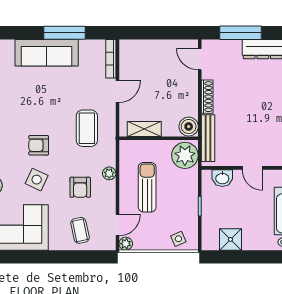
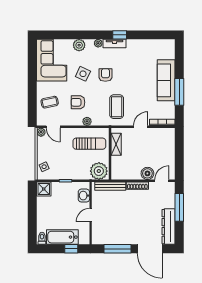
door: (117, 92) -> (141, 127), swing flipped
boiler: (189, 127) -> (147, 173), moved
coffee table: (87, 128) -> (117, 107), turned 90
sun lounger: (147, 187) -> (89, 144), moved
shower: (230, 239) -> (44, 189), moved

